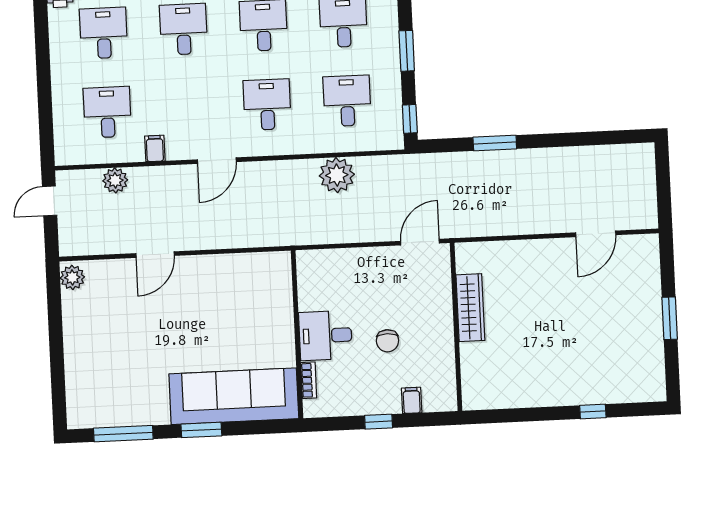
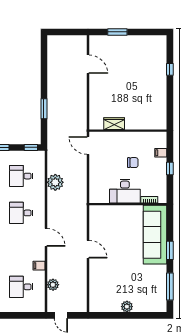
door: (155, 255) -> (88, 249), moved
plant: (72, 277) -> (127, 307), moved
wardrobe: (470, 308) -> (114, 124), width x0.67
window: (670, 318) -> (117, 32), moved
desk: (325, 336) -> (125, 191), width x1.37

